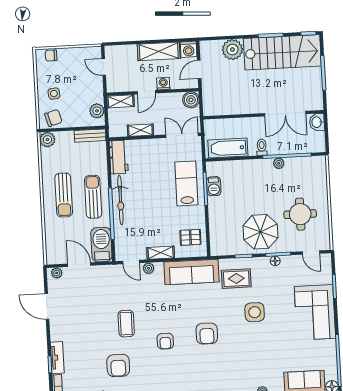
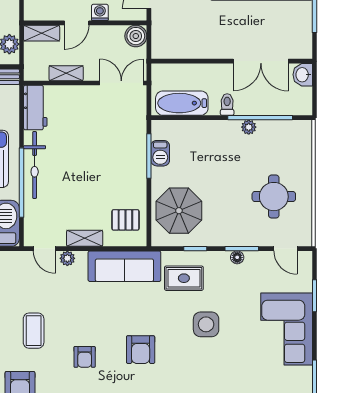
lab bench: (186, 183) -> (124, 148), removed
parasol: (260, 232) -> (179, 211), moved

